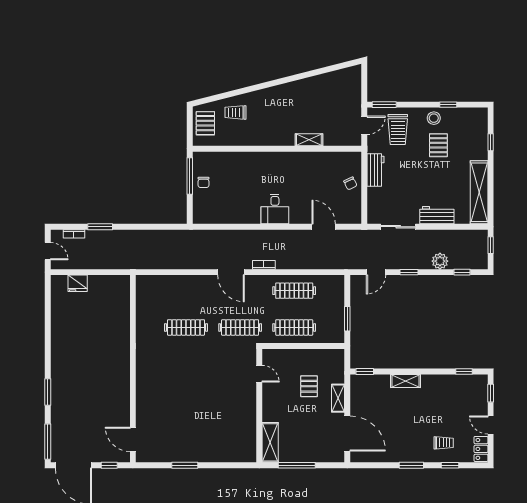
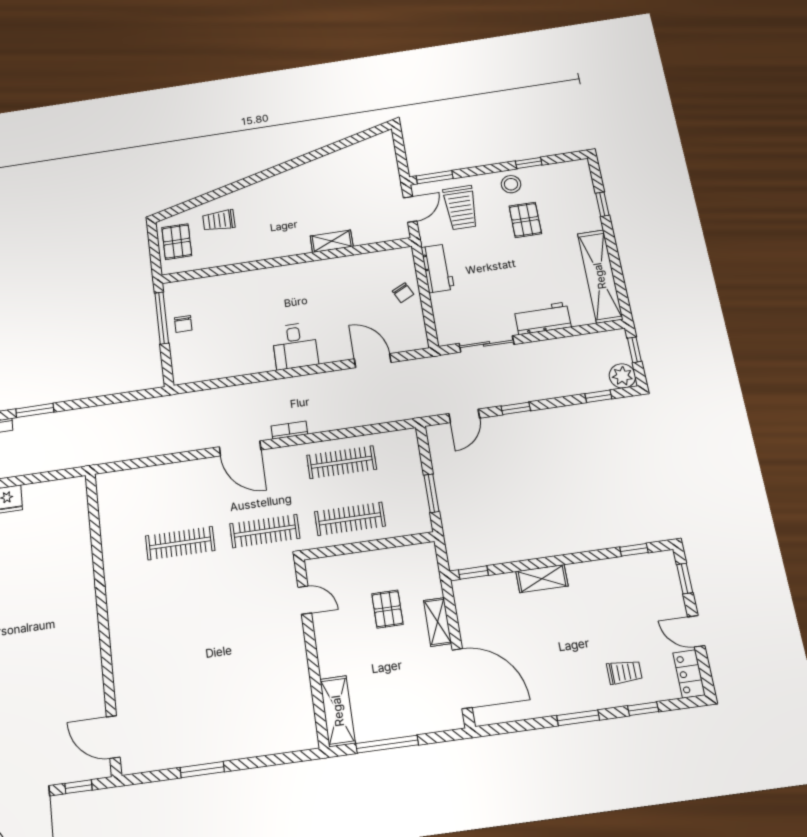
plant: (440, 261) -> (622, 376), moved

